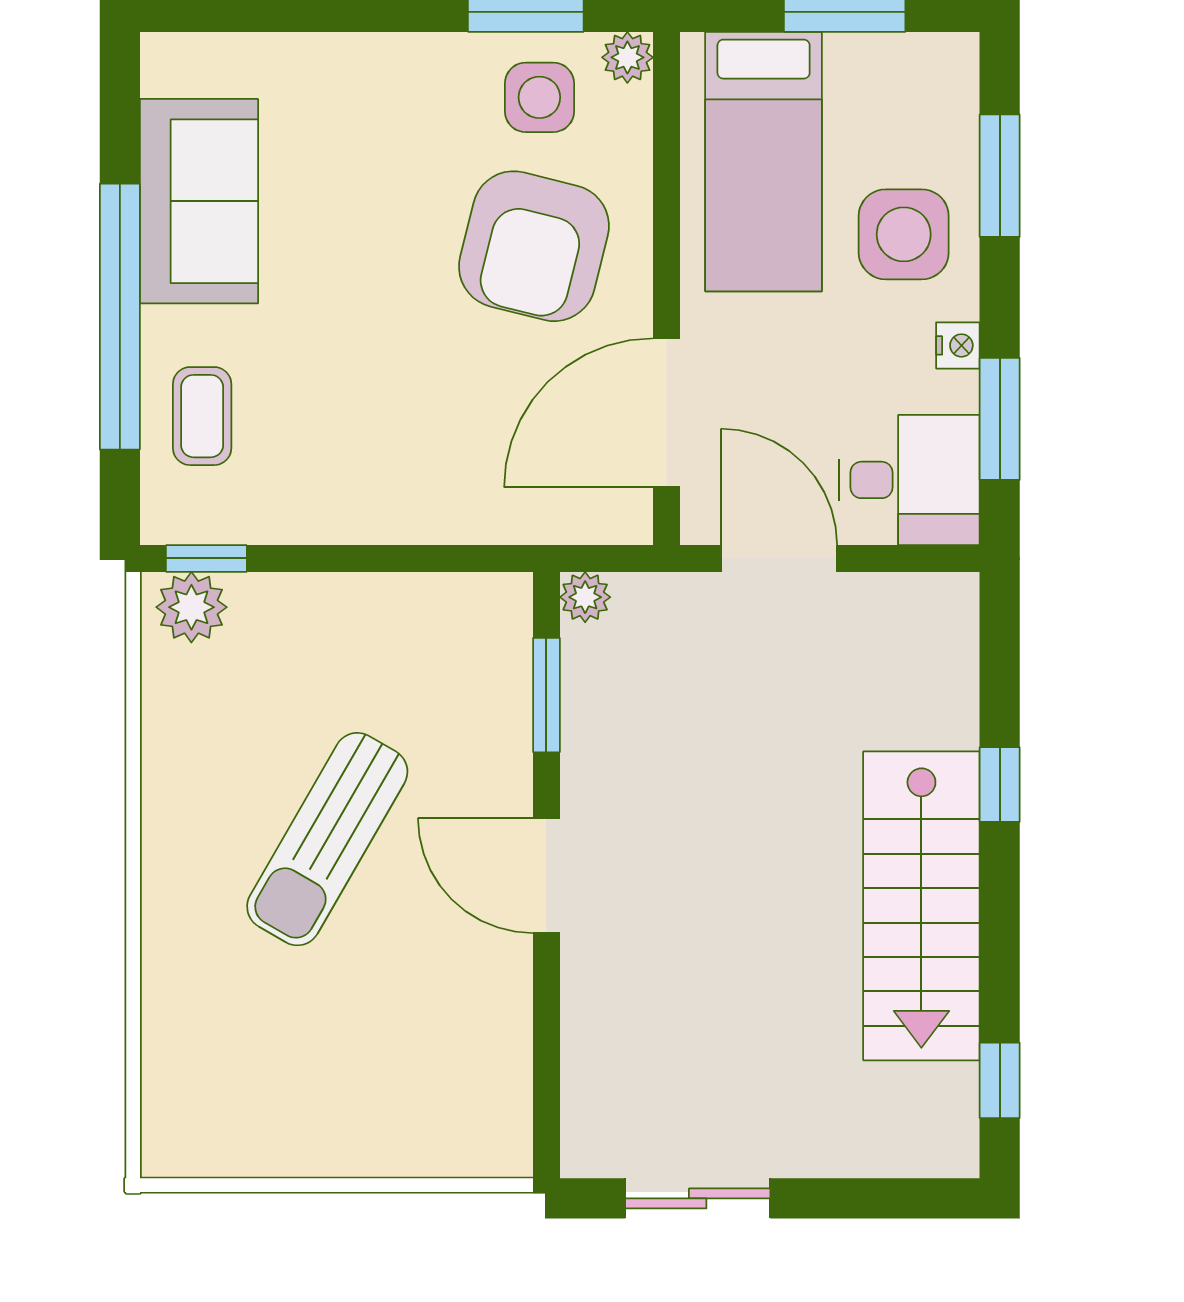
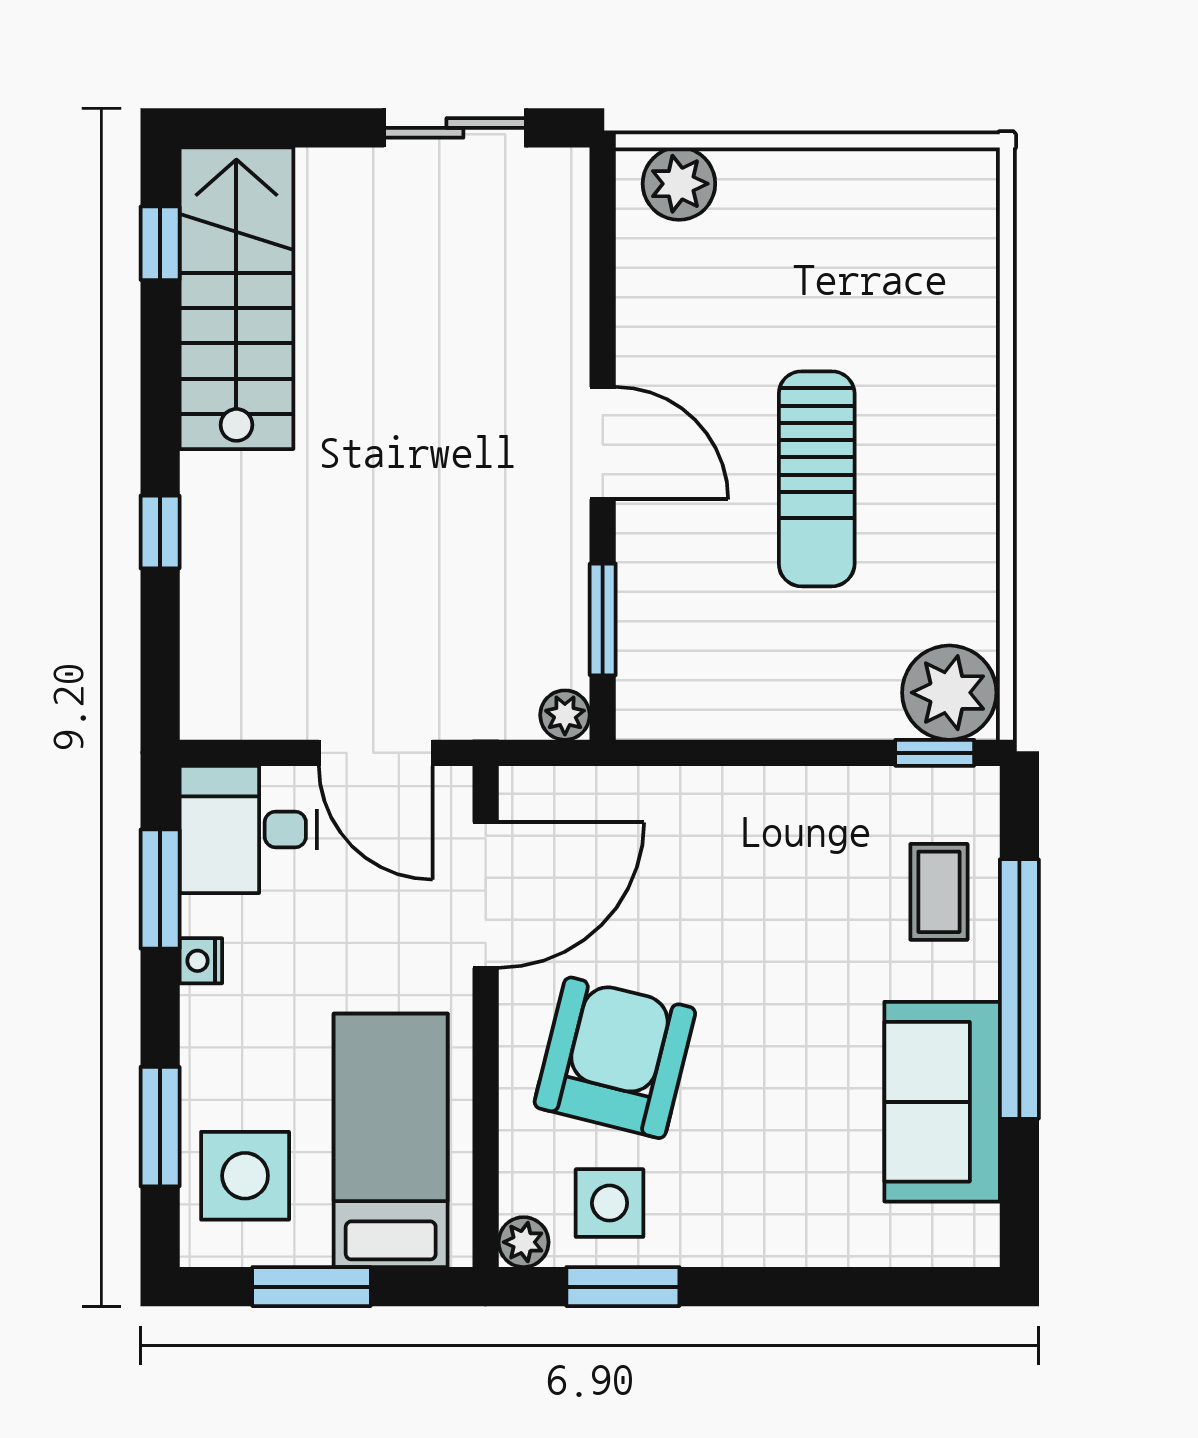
side table: (904, 234) -> (245, 1176), moved
plant: (191, 607) -> (949, 693), width x1.36, depth x1.36
sun lounger: (327, 839) -> (817, 479), turned 150
stairs: (921, 906) -> (236, 298), moved
plant: (468, 1141) -> (679, 184), added

